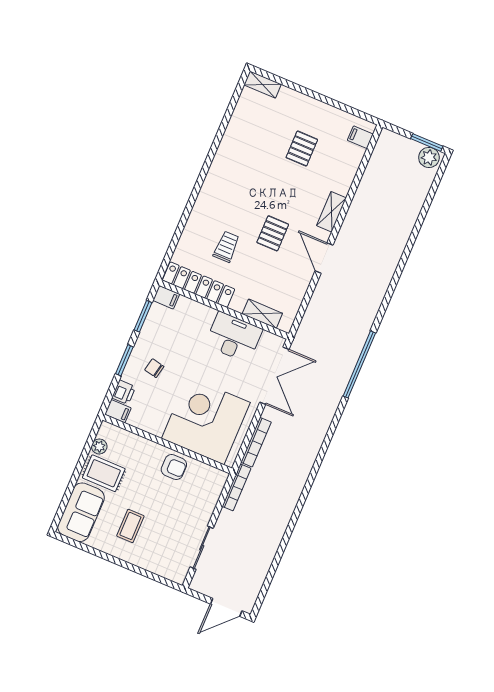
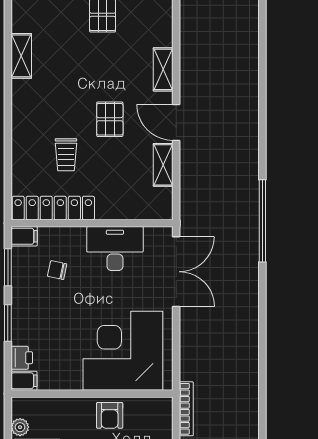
shelving: (224, 154) -> (21, 56), added
trolley: (226, 247) -> (66, 155), turned 180
shelving: (262, 314) -> (163, 165), moved, turned 90
chair: (154, 368) -> (57, 270), moved
bookcase: (256, 442) -> (187, 351), removed
armchair: (174, 467) -> (110, 415), turned 90

